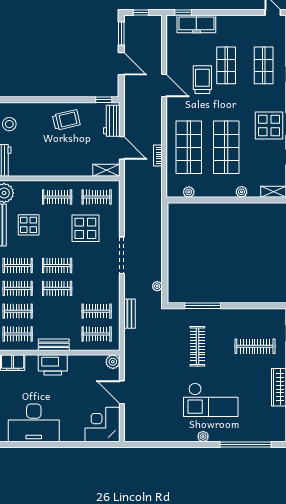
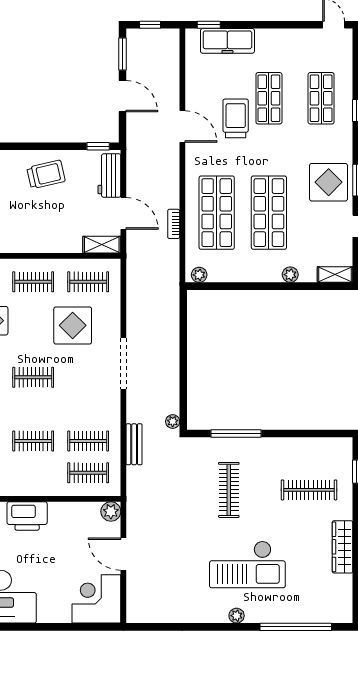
plant: (189, 192) -> (199, 275), moved
plant: (157, 286) -> (173, 421), moved
clothes rail: (57, 288) -> (33, 441), moved
bench: (54, 345) -> (29, 488), removed

